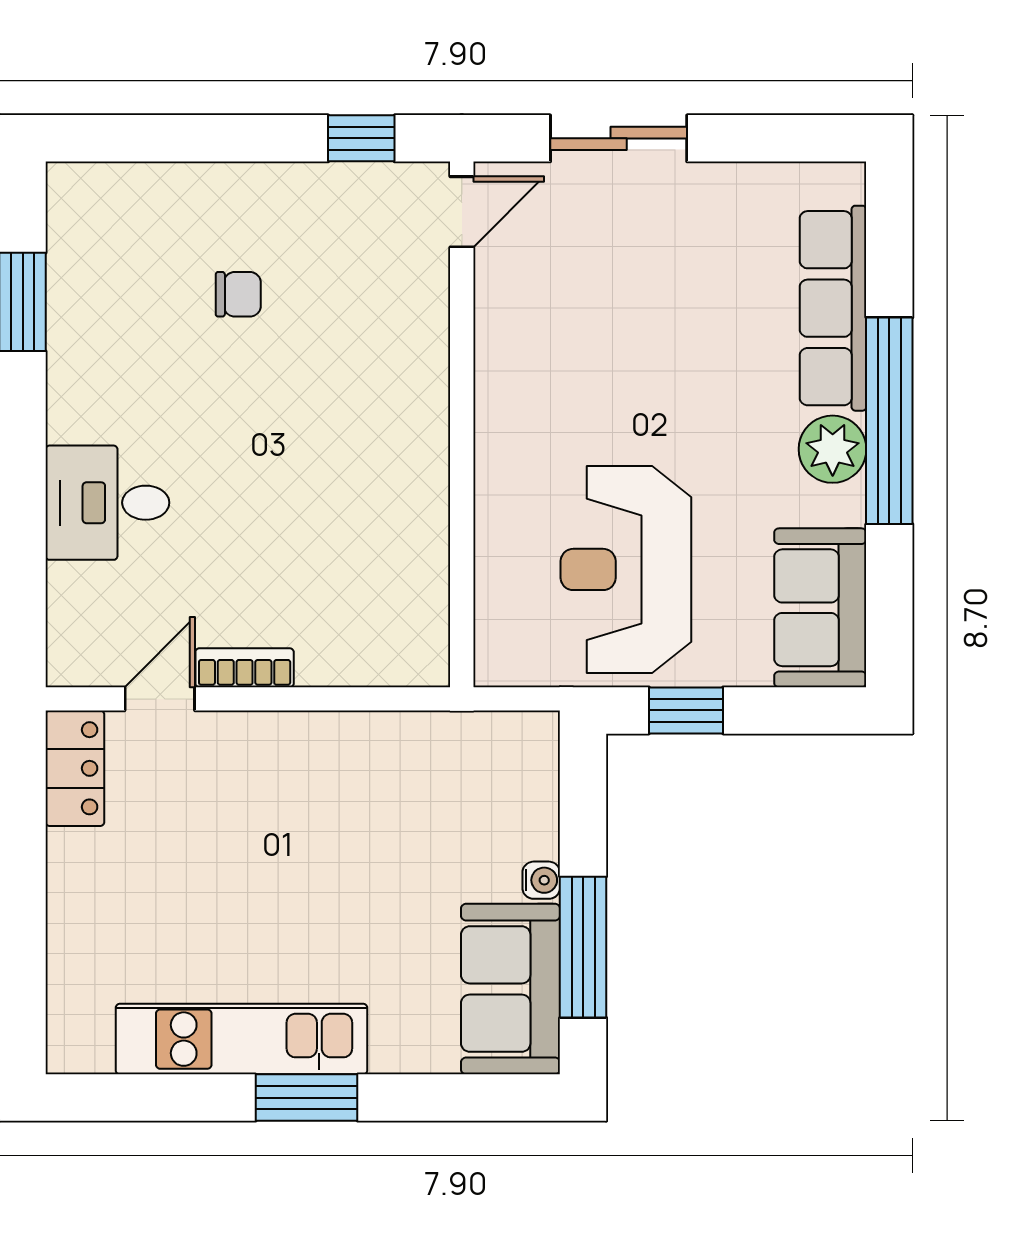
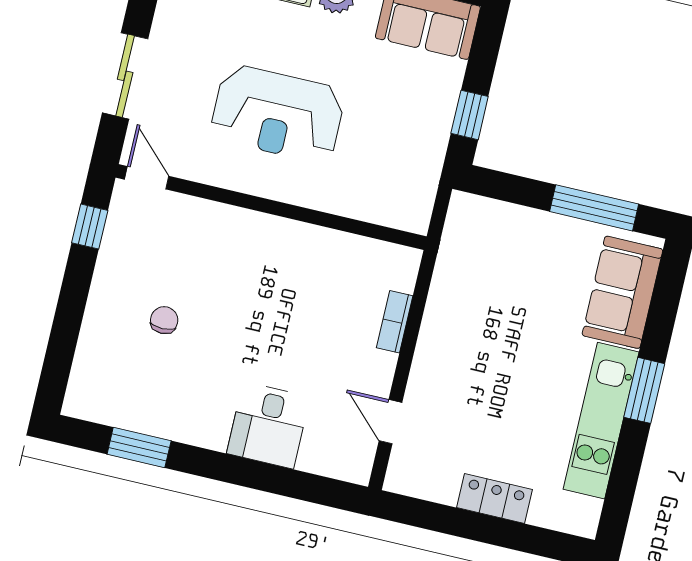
reception desk: (626, 569) -> (278, 114), moved
bookcase: (245, 668) -> (395, 322), moved
locker: (75, 768) -> (495, 499), moved
water cooler: (541, 880) -> (549, 223), removed
sofa: (511, 989) -> (622, 292), moved, turned 90

